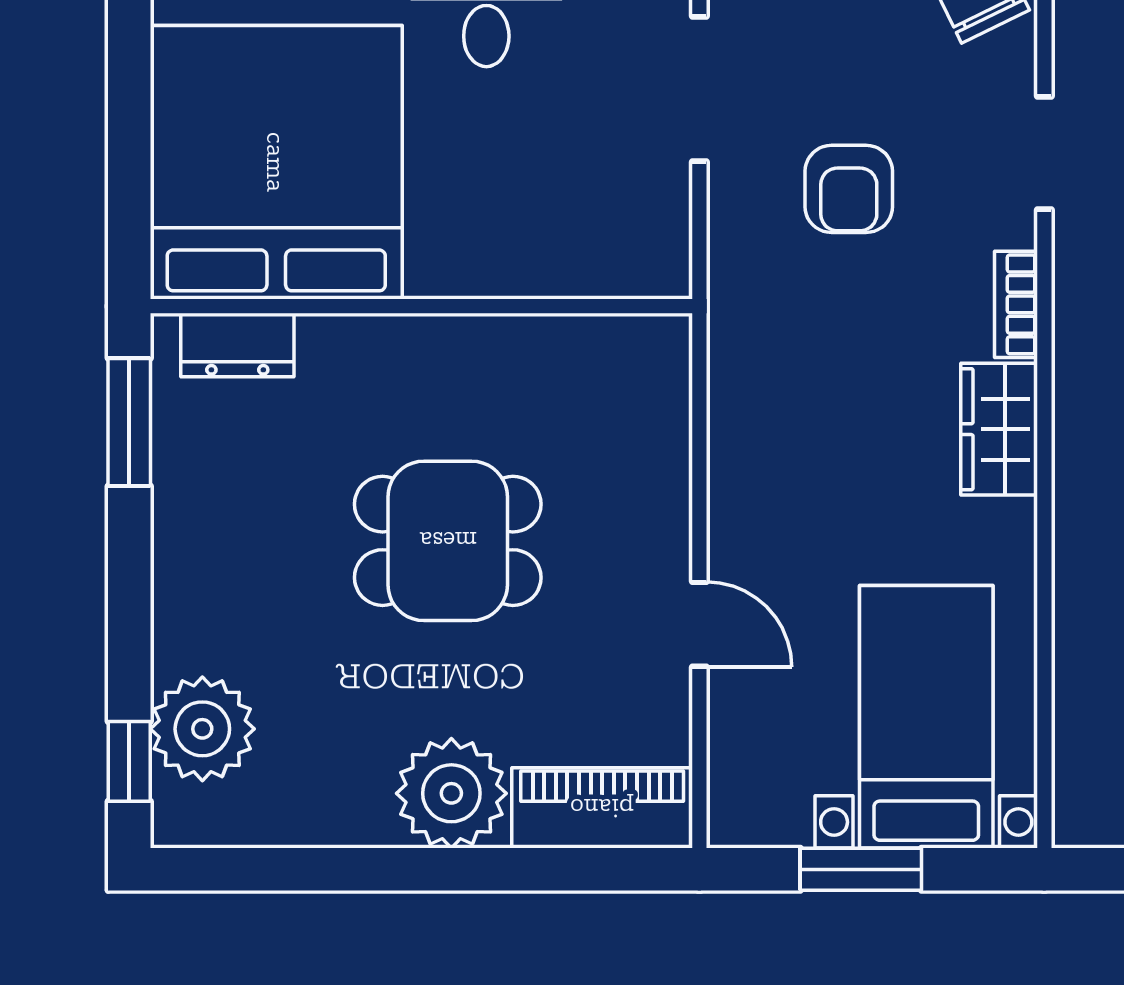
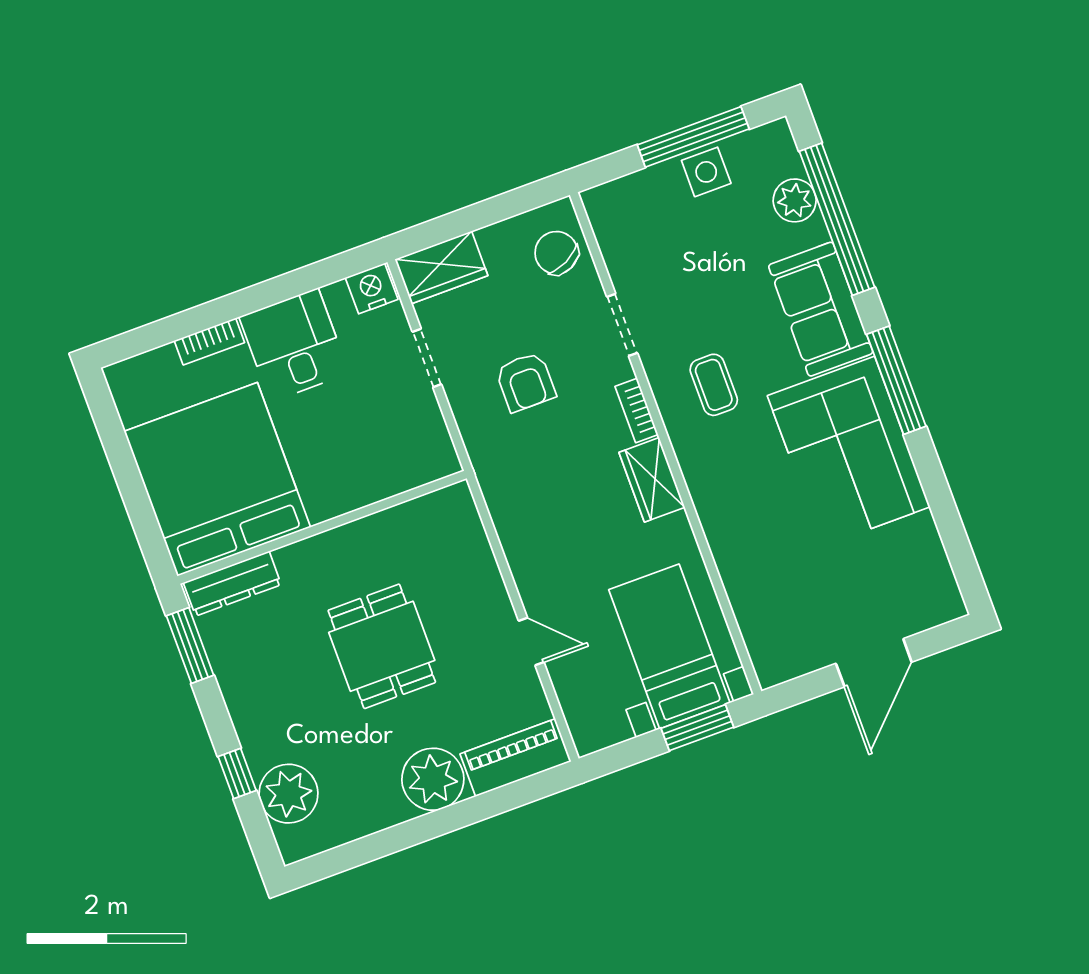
doorway: (699, 89) -> (427, 358), width x0.73
dresser: (237, 345) -> (232, 584), width x1.44
dining table: (448, 541) -> (382, 646), turned 90
window: (129, 761) -> (237, 773), moved
window: (861, 869) -> (697, 728), moved

